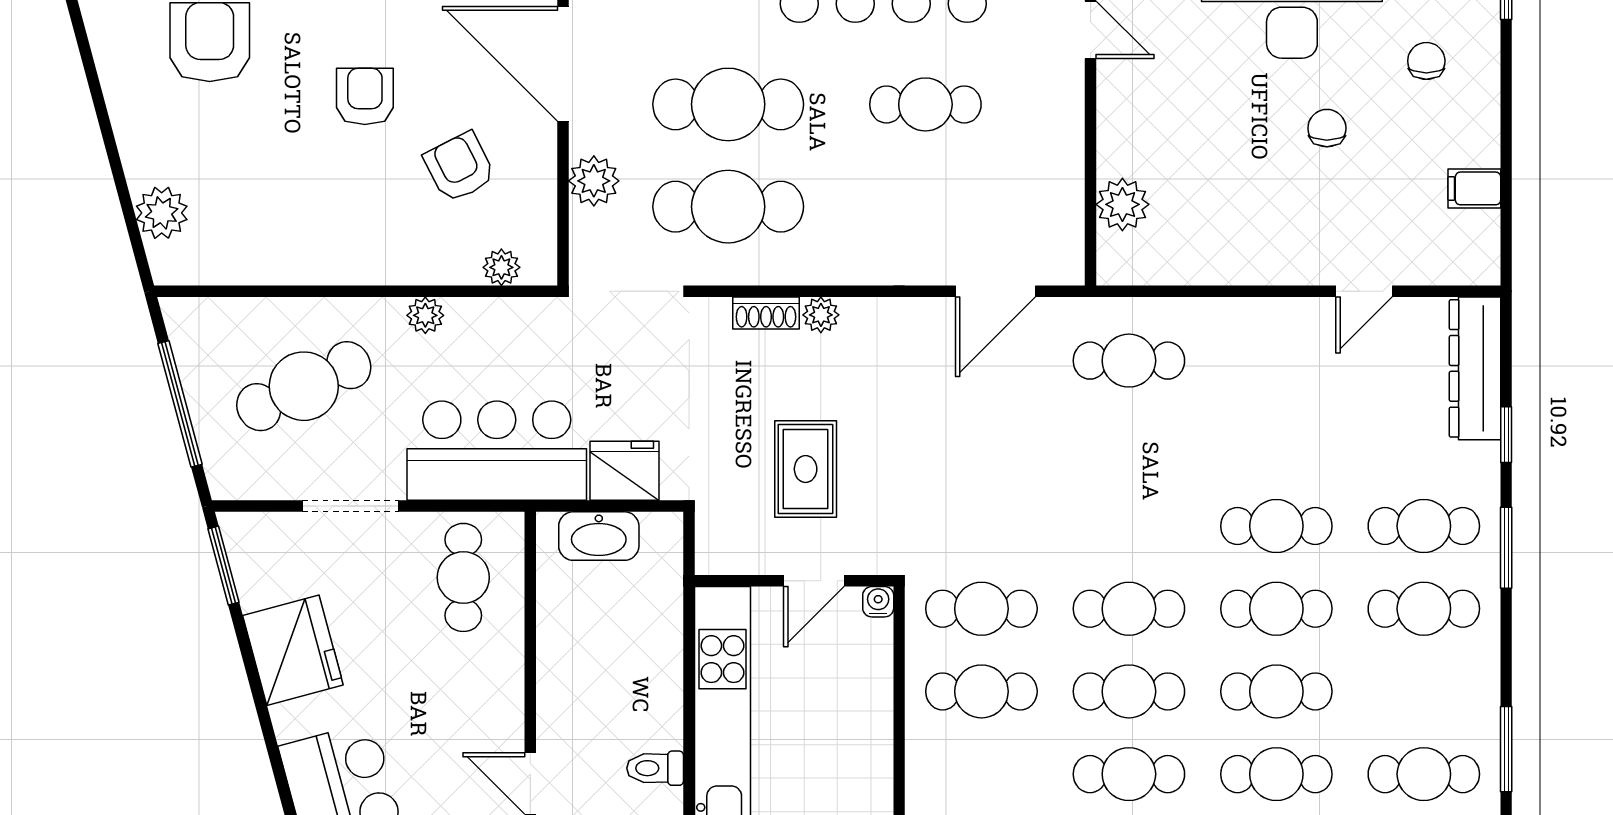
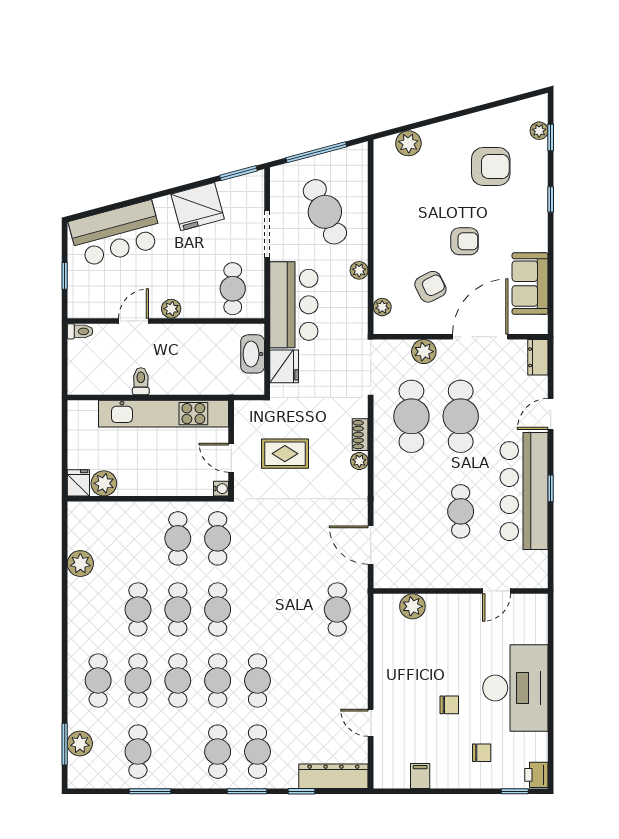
cafe table: (463, 577) -> (233, 289), turned 90
plant: (505, 705) -> (171, 309), added

